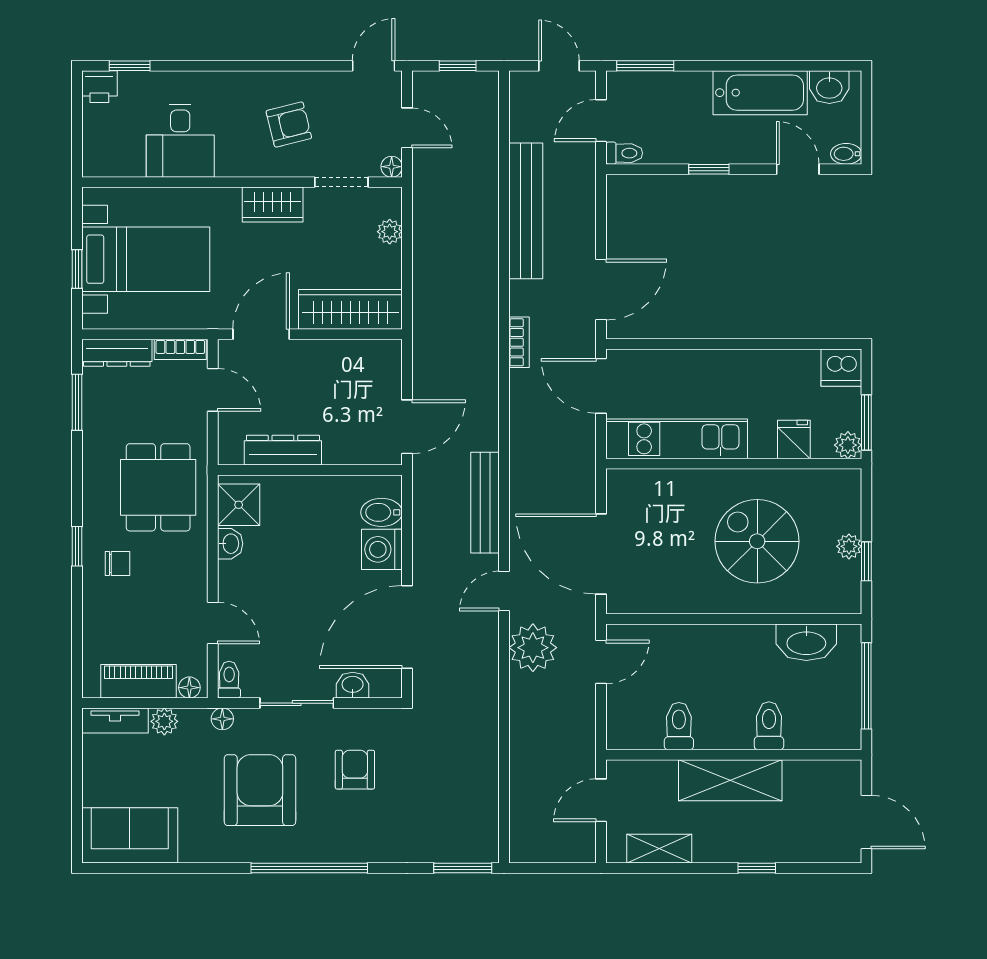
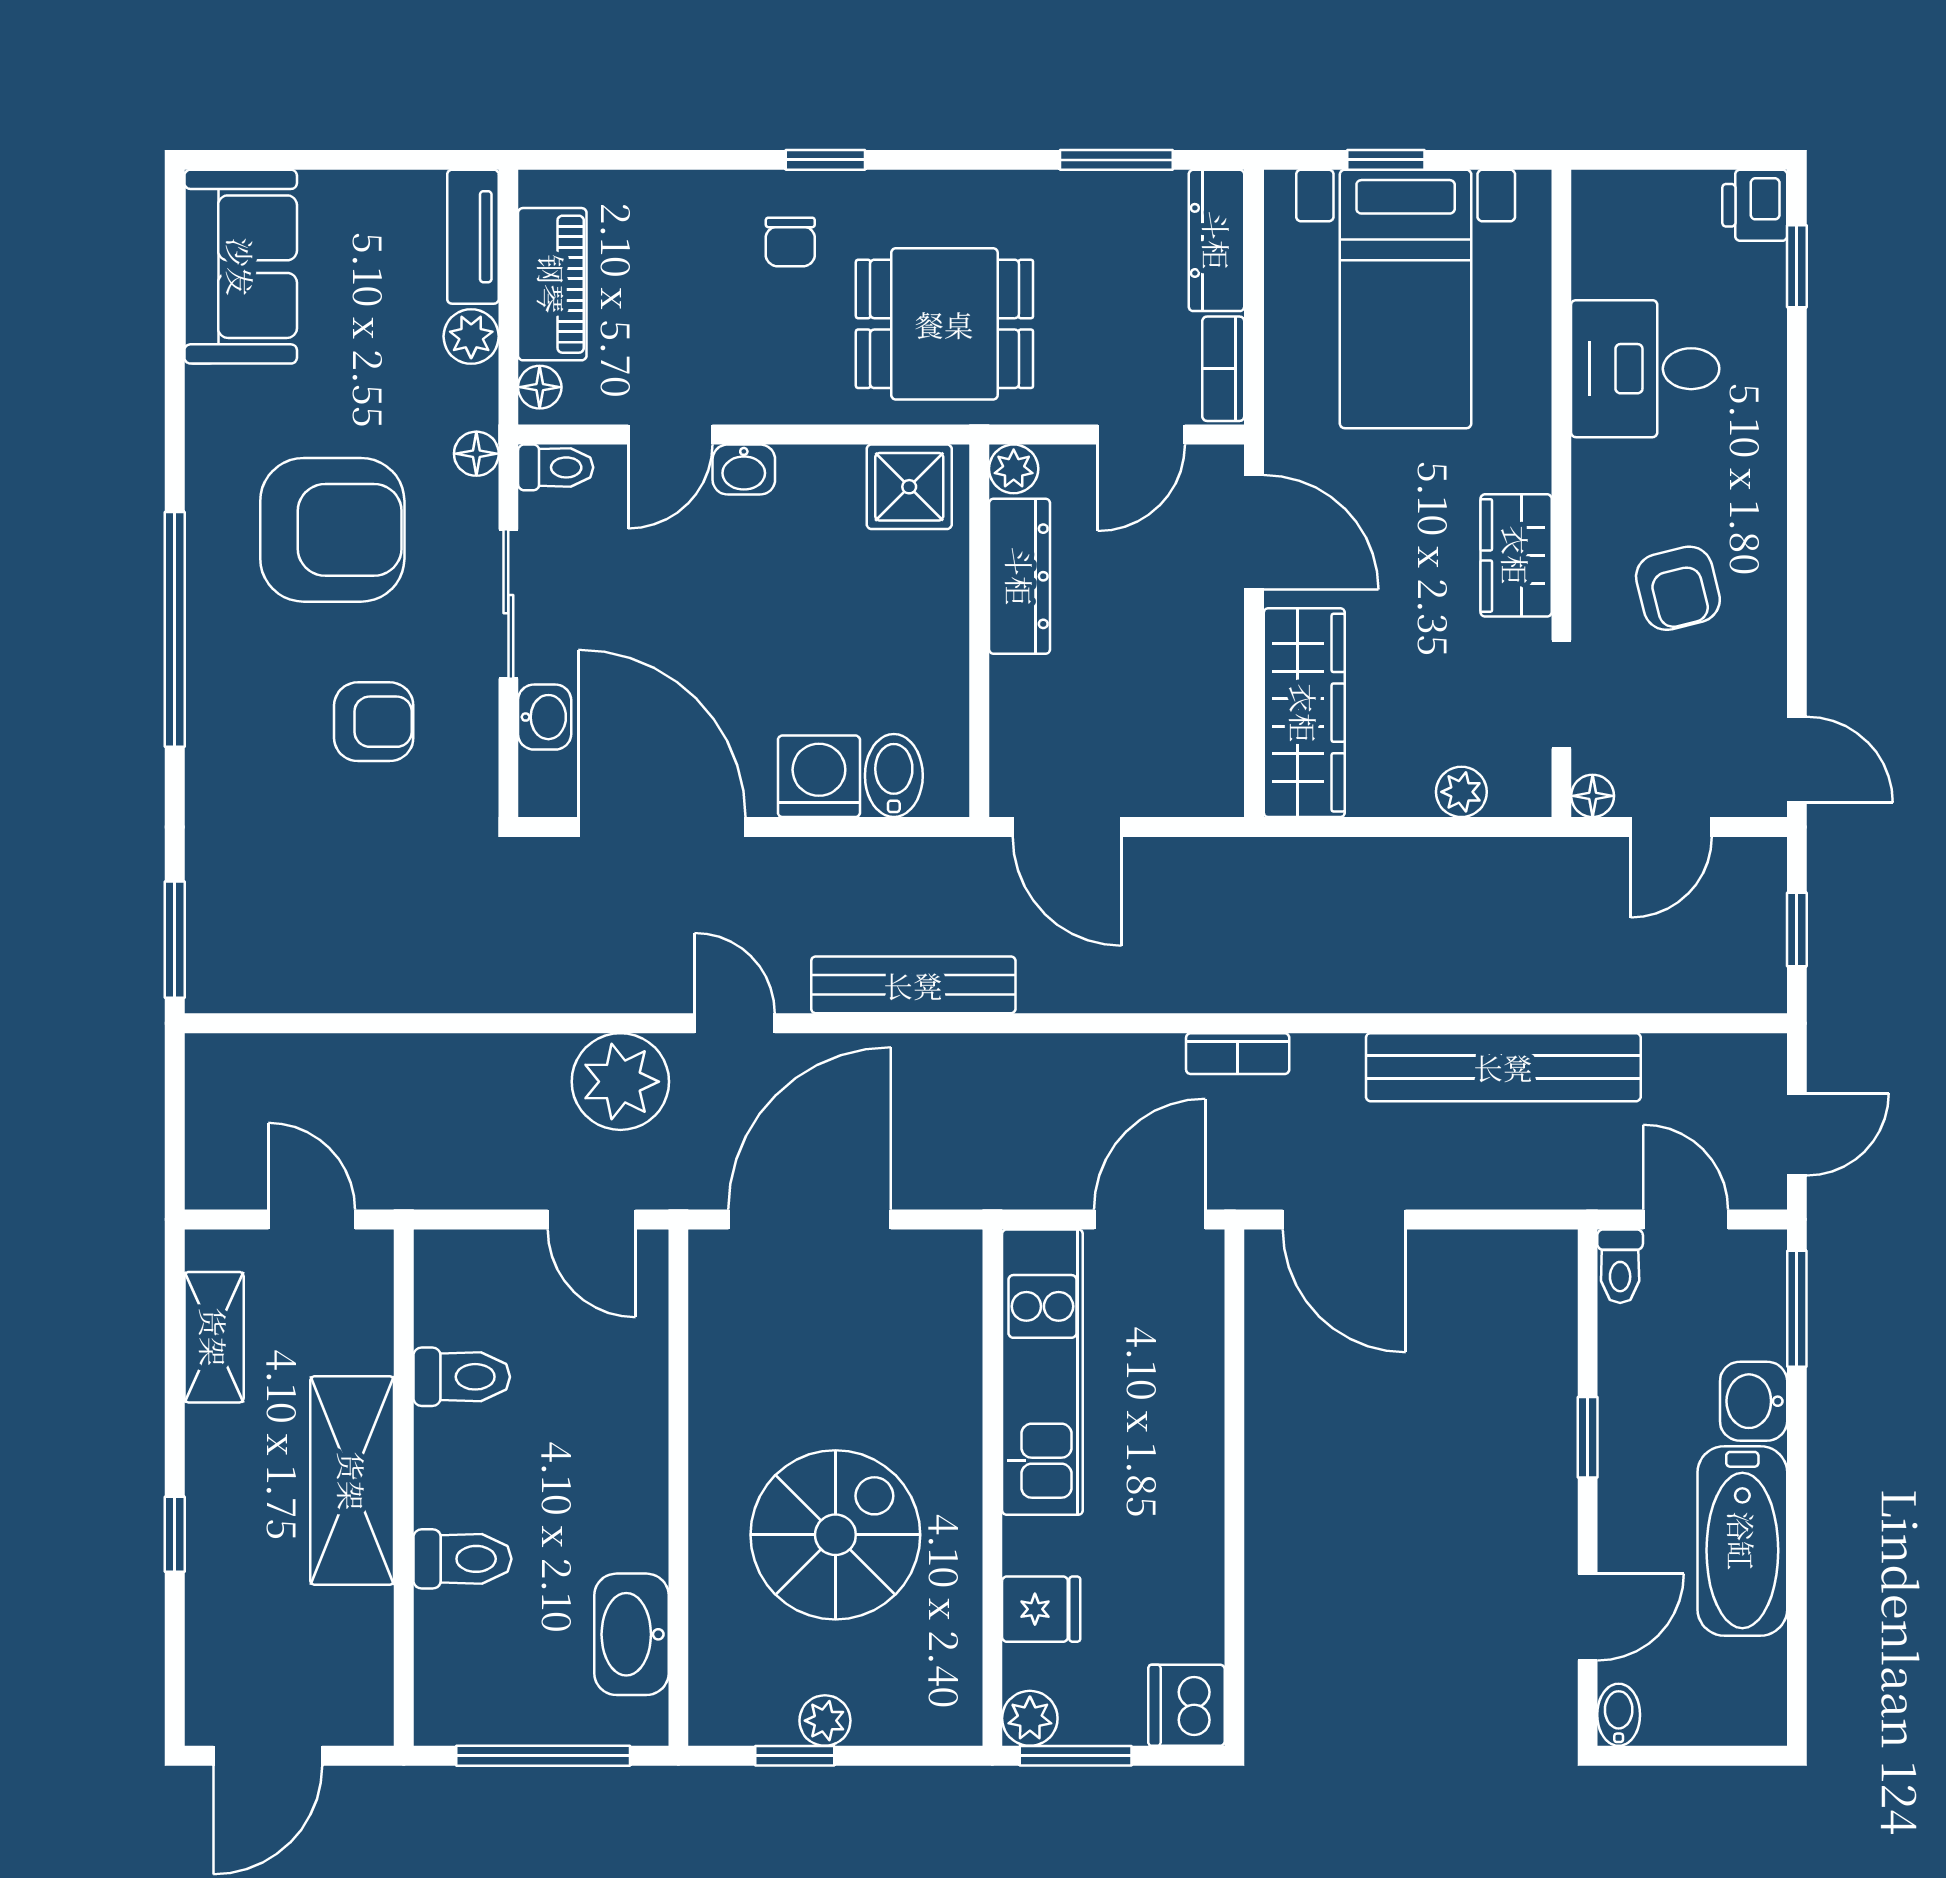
washbasin: (829, 87) -> (1754, 1401), moved
plant: (230, 453) -> (1014, 469), added
washbasin: (230, 544) -> (744, 470), moved

